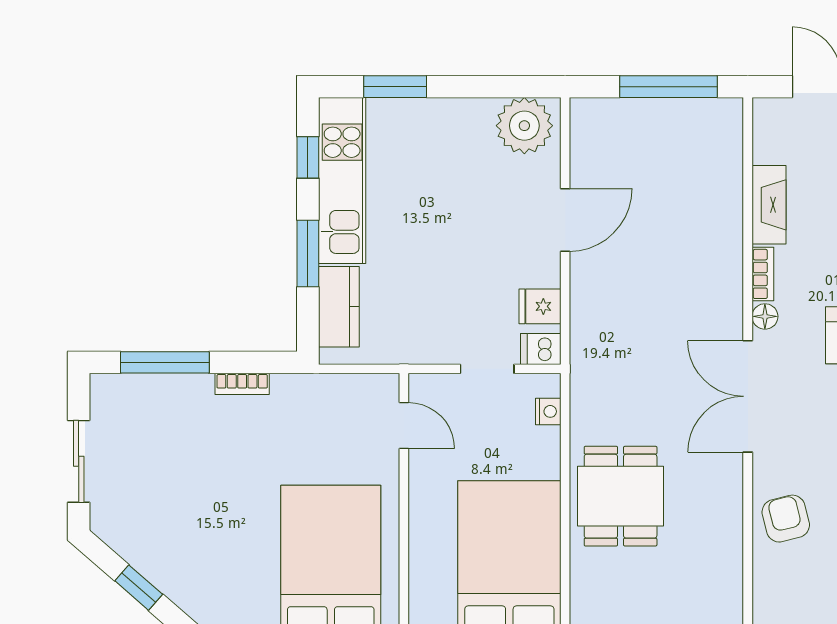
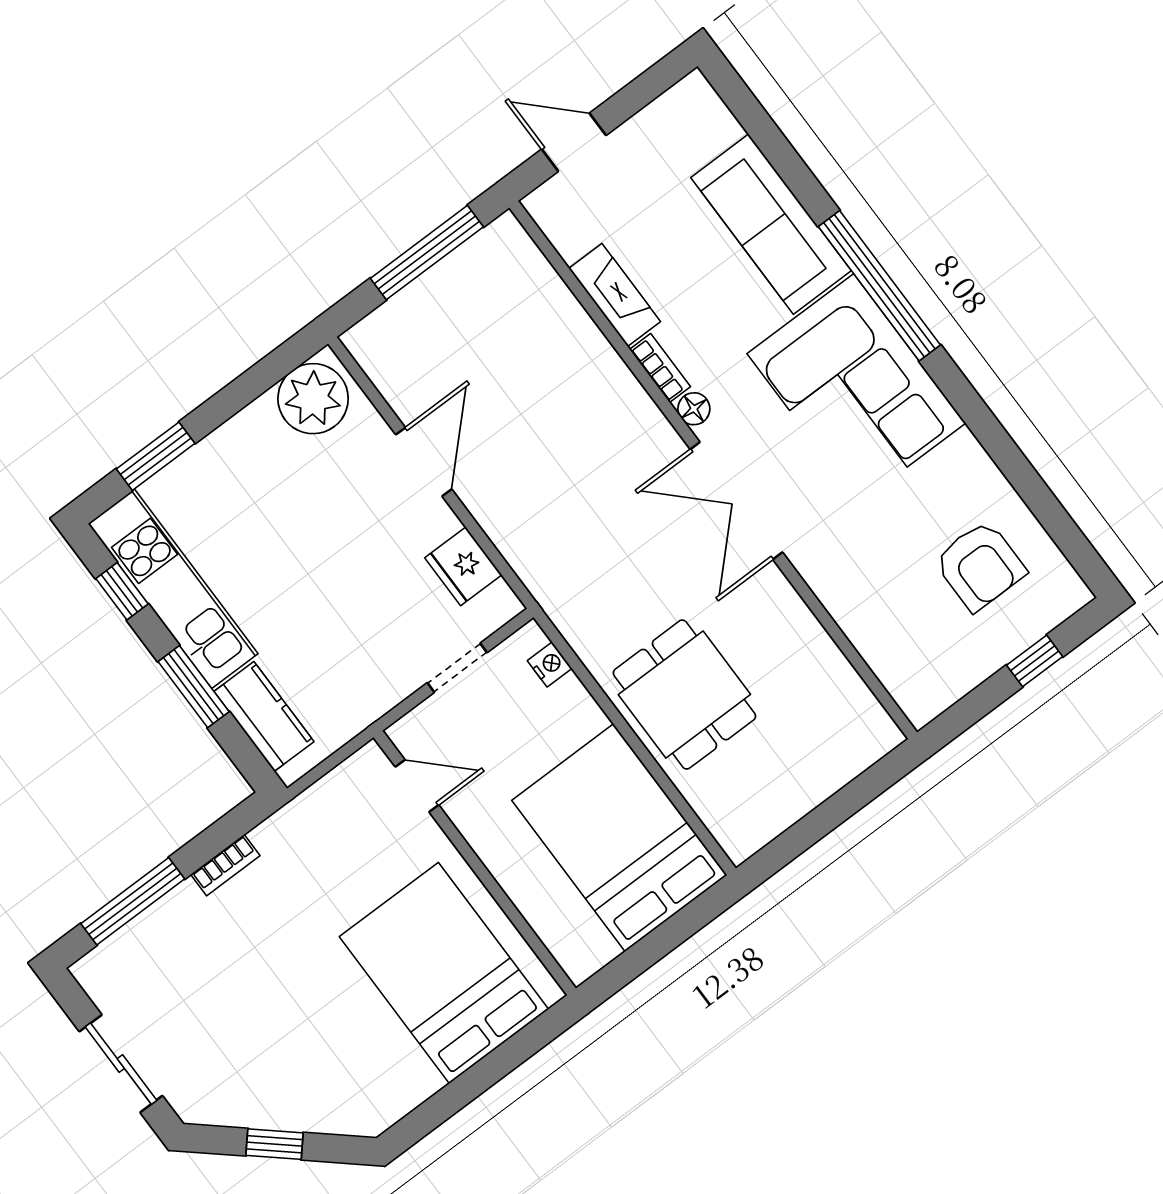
fridge: (540, 306) -> (463, 566), width x1.38
dishwasher: (541, 349) -> (496, 608), removed
armchair: (786, 519) -> (865, 594), removed

